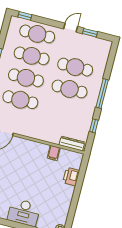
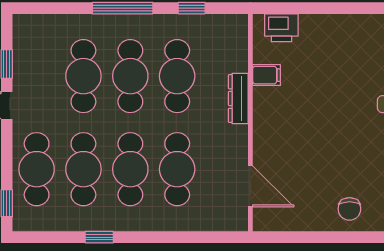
cafe table: (64, 111) -> (177, 76), added
dresser: (72, 143) -> (238, 99), moved
printer: (71, 177) -> (281, 28), moved

